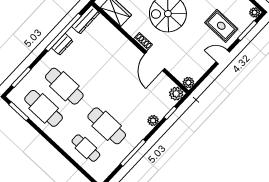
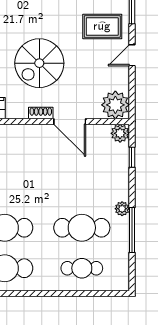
plant: (188, 83) -> (115, 105), width x1.88, depth x1.88
plant: (153, 121) -> (122, 209), moved

